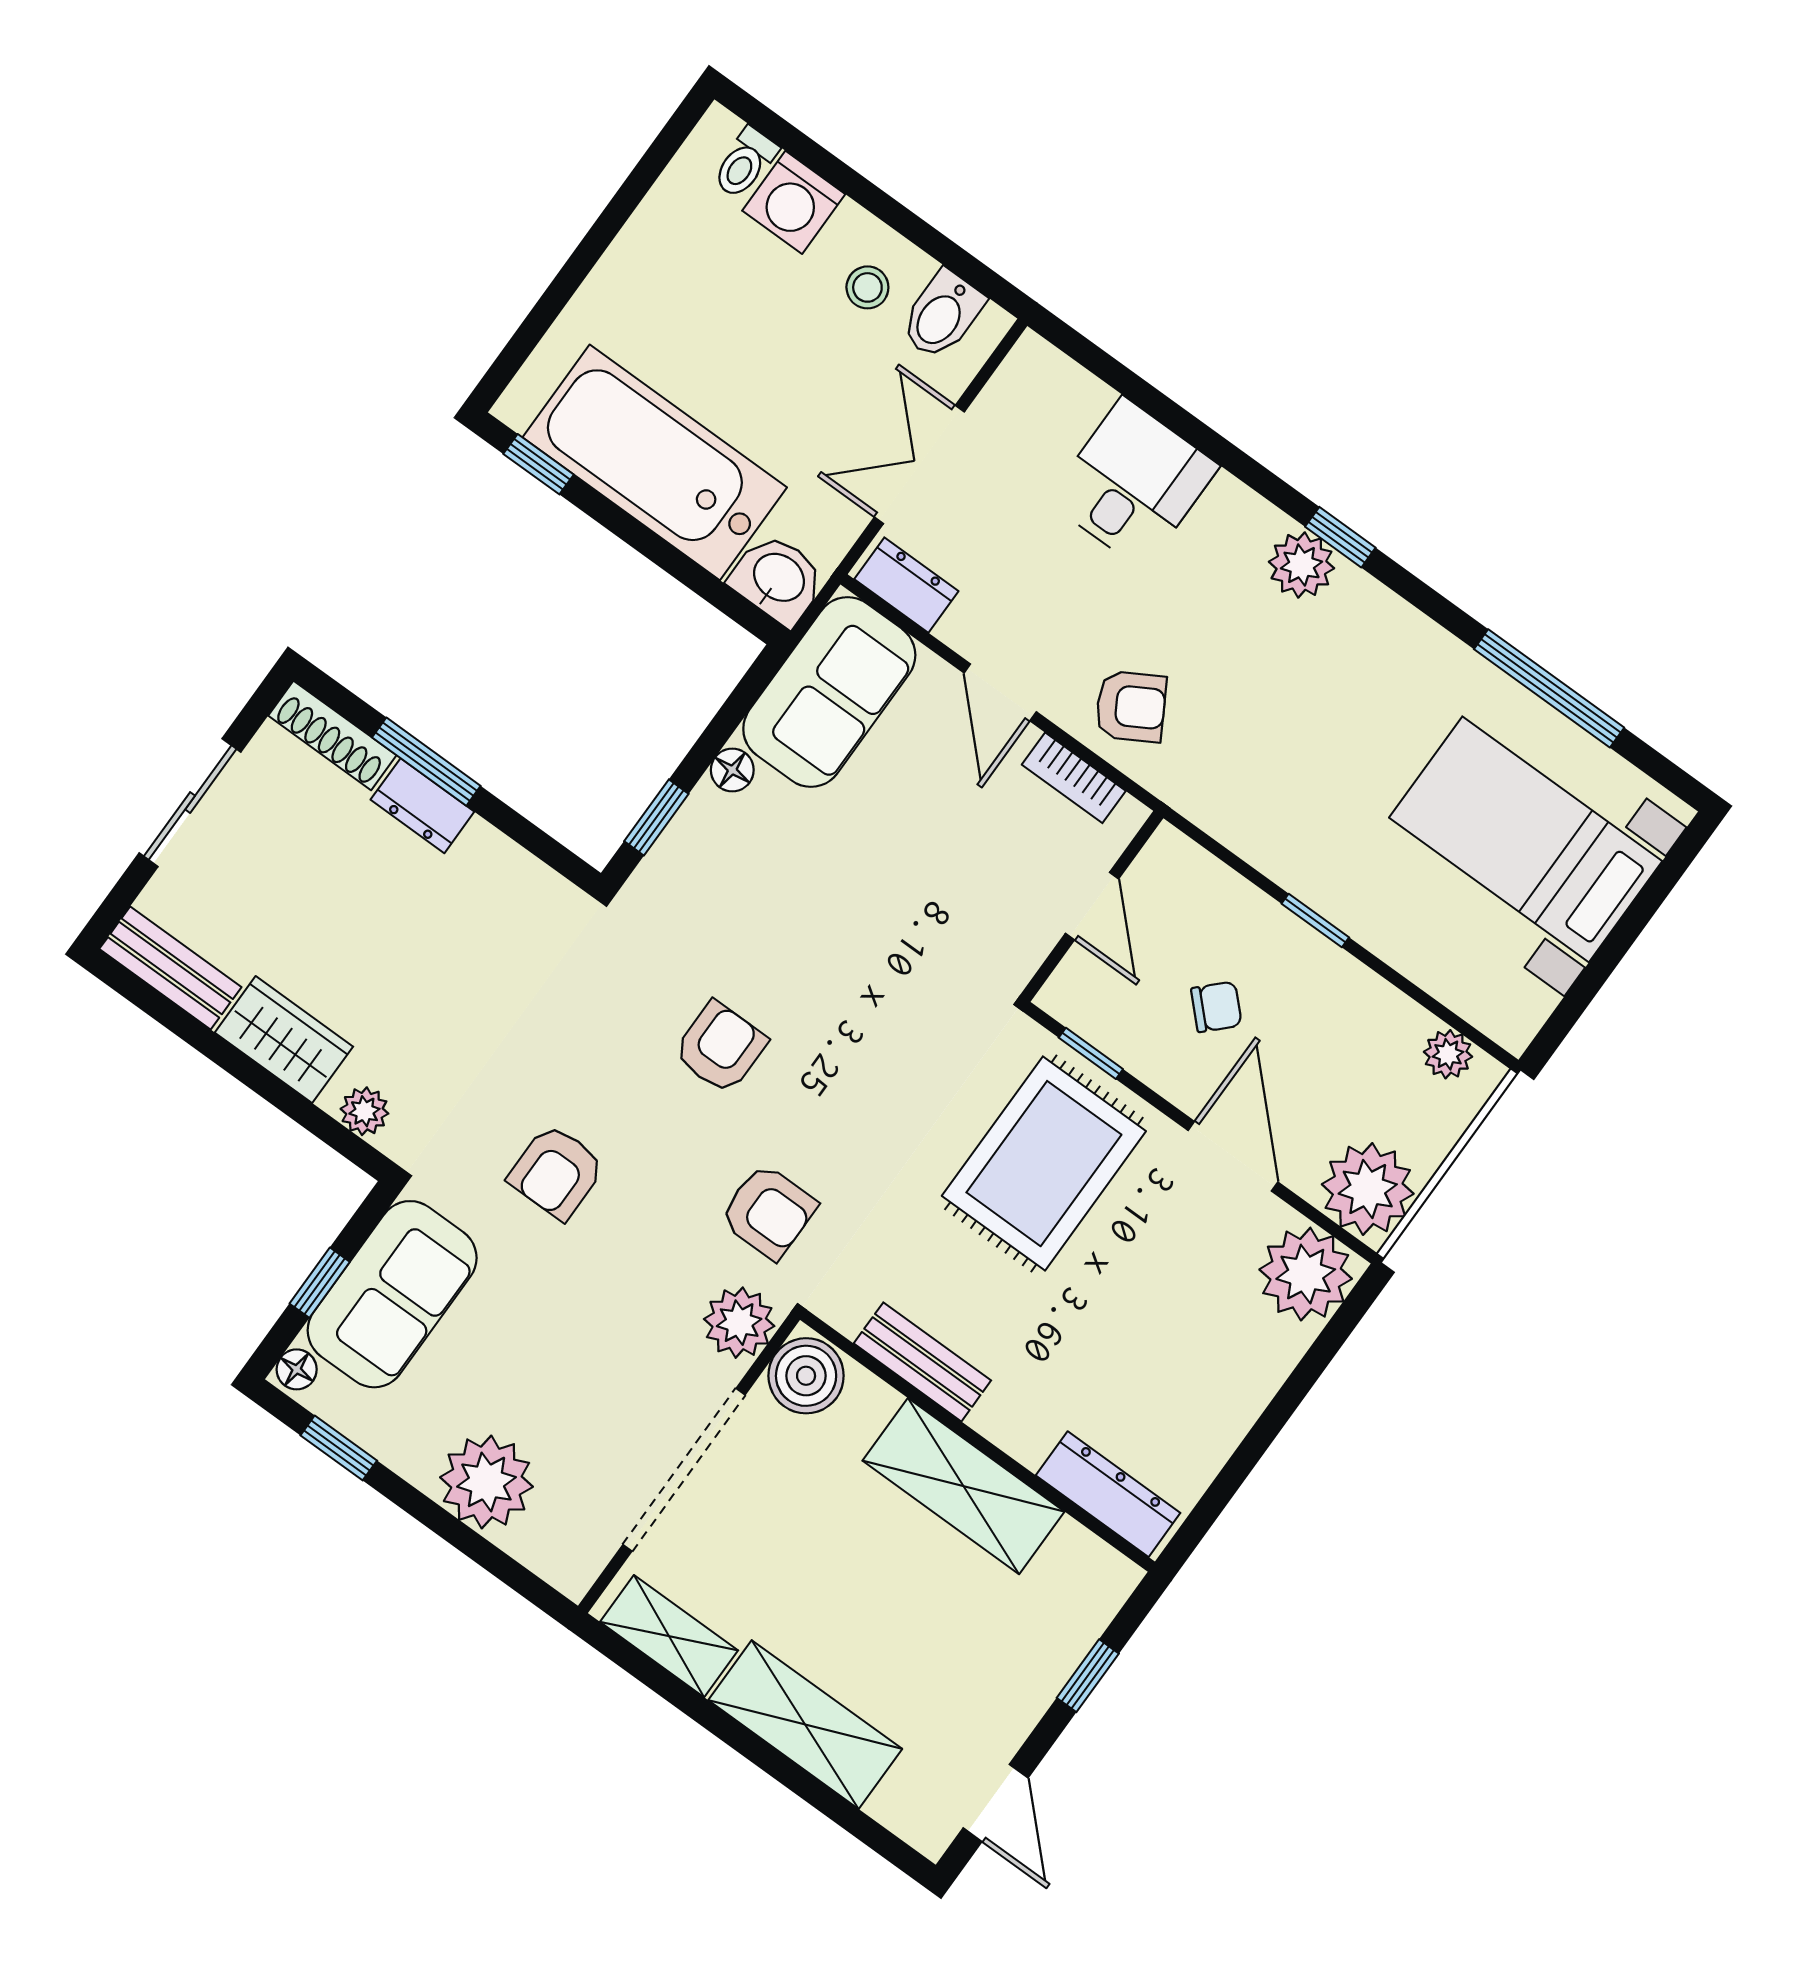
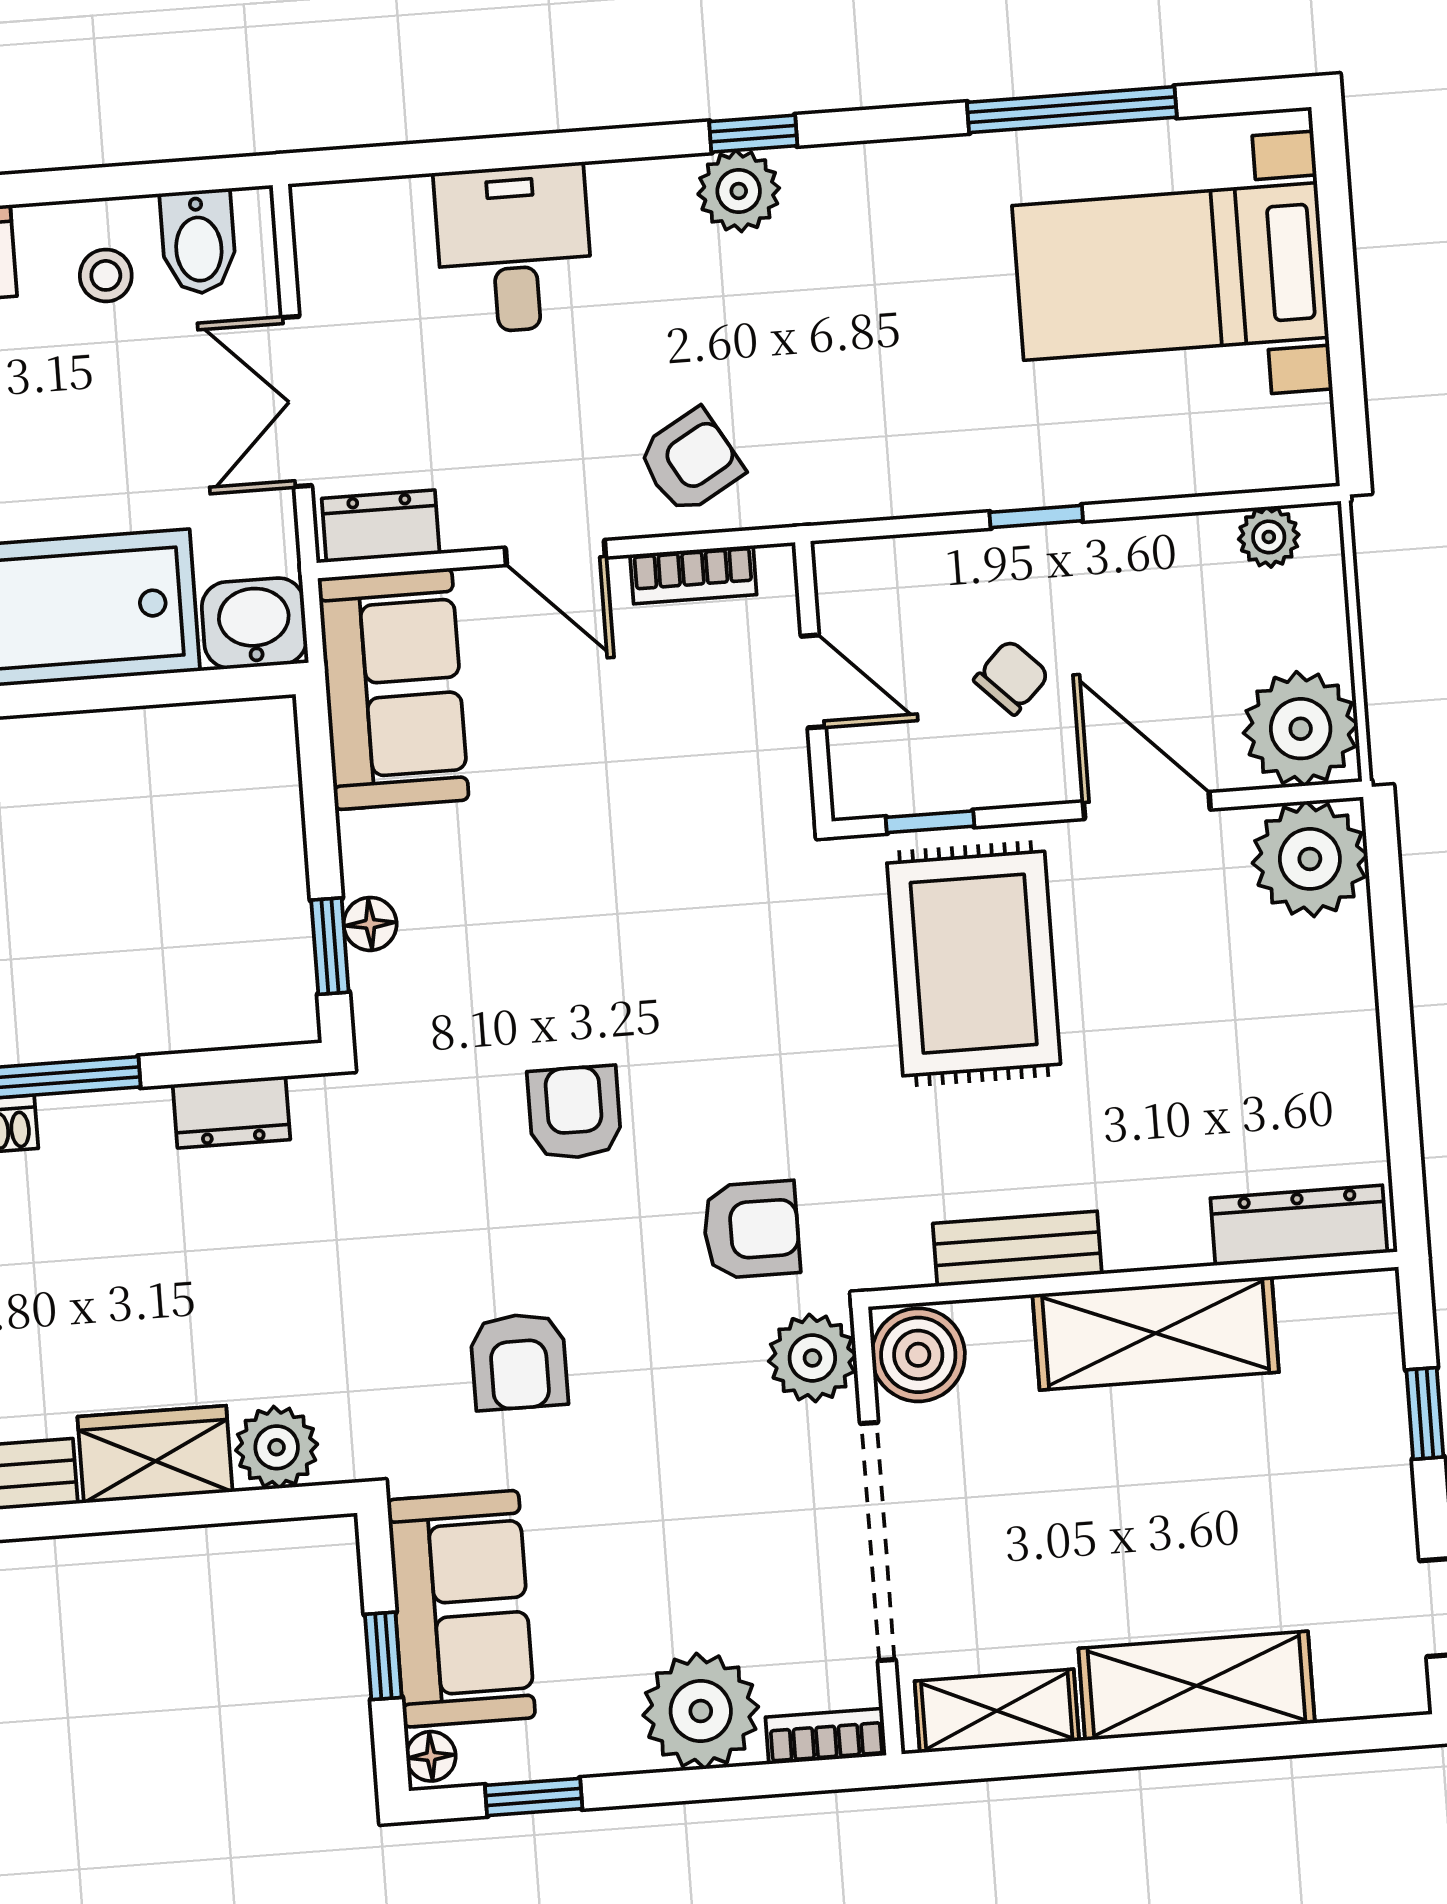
floor lamp: (732, 770) -> (370, 924), moved
dresser: (422, 806) -> (231, 1112), moved
plant: (364, 1111) -> (277, 1447), width x1.38, depth x1.38
bookcase: (551, 1563) -> (826, 1736), added

